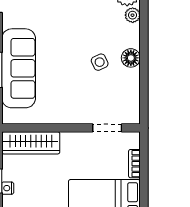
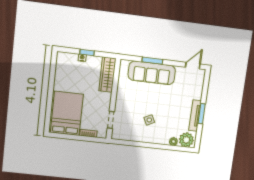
floor lamp: (131, 58) -> (149, 138), removed

